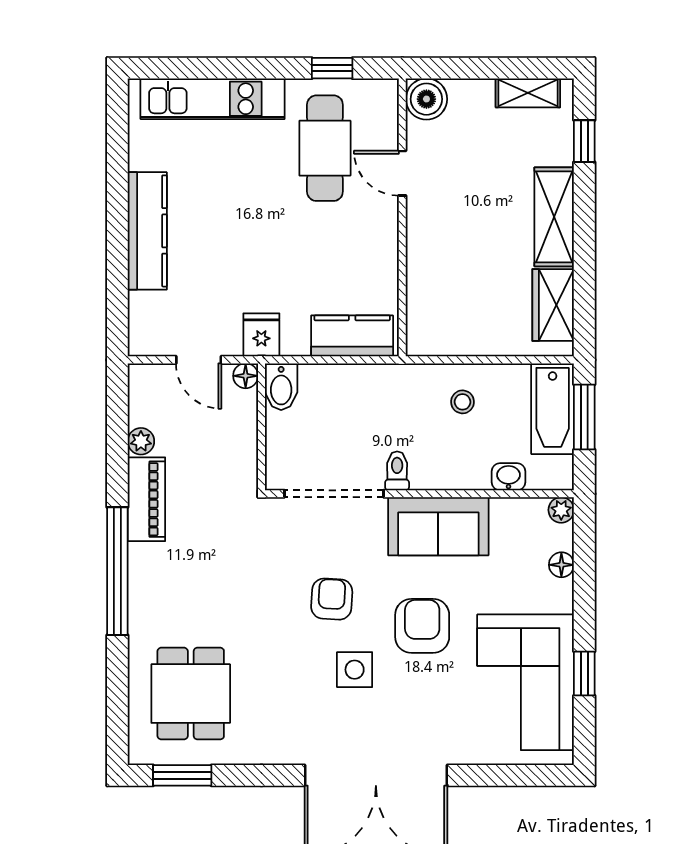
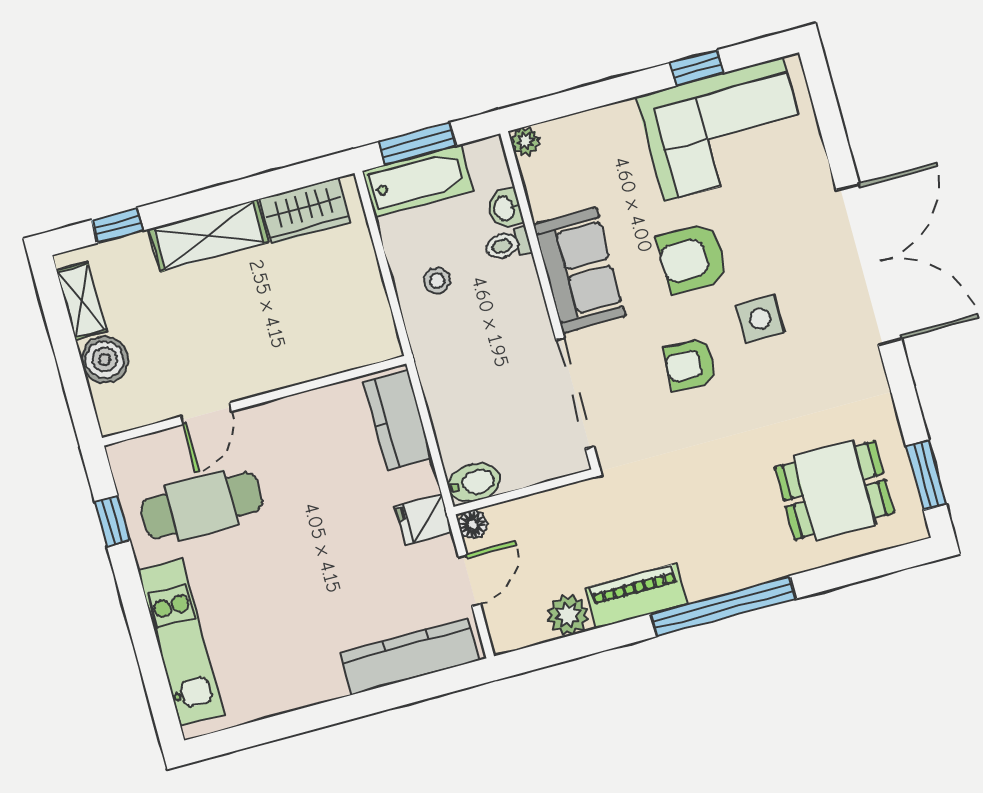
boiler: (426, 99) -> (105, 360), moved
kitchen counter: (147, 231) -> (410, 656), moved
plant: (141, 441) -> (568, 615), width x1.38, depth x1.38
toilet: (397, 471) -> (508, 245), moved
floor lamp: (561, 565) -> (585, 125), removed

